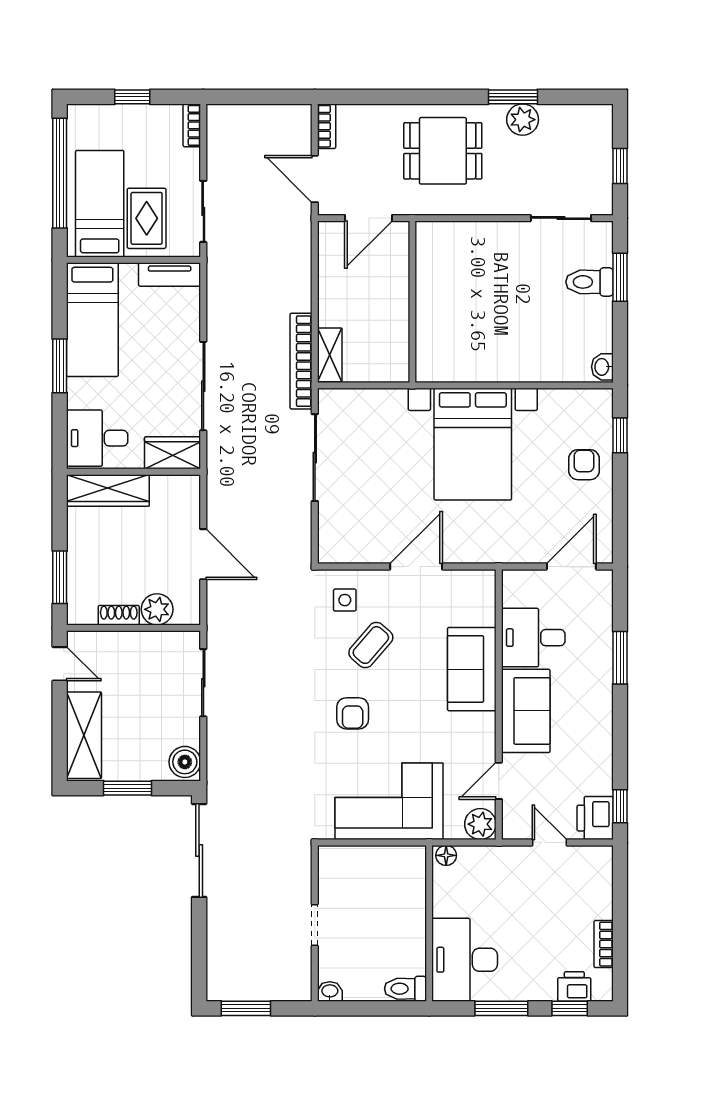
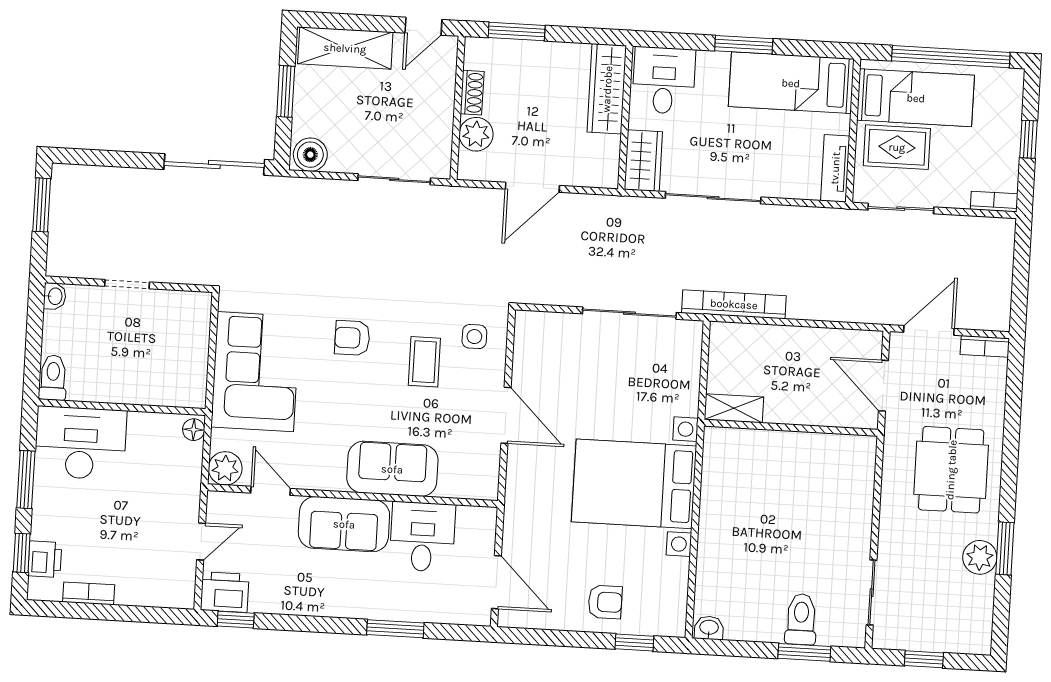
shelving: (330, 355) -> (734, 408), moved
coffee table: (371, 645) -> (424, 362), turned 49

